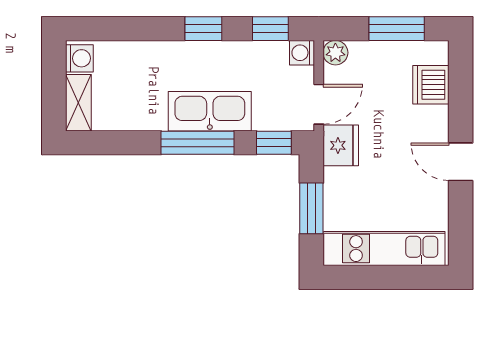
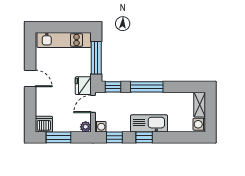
dishwasher: (431, 85) -> (44, 124), moved, turned -90
kitchen sink: (210, 111) -> (149, 123), moved, turned 180
window: (311, 208) -> (96, 58), width x1.44

